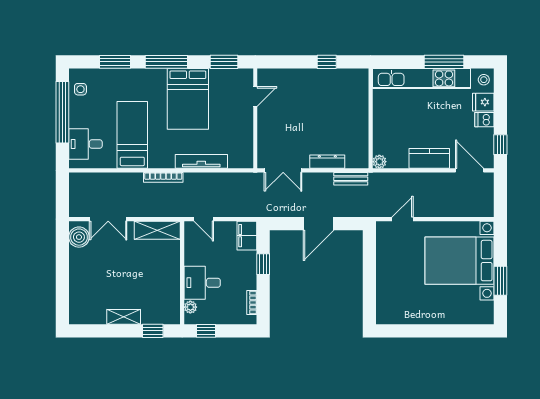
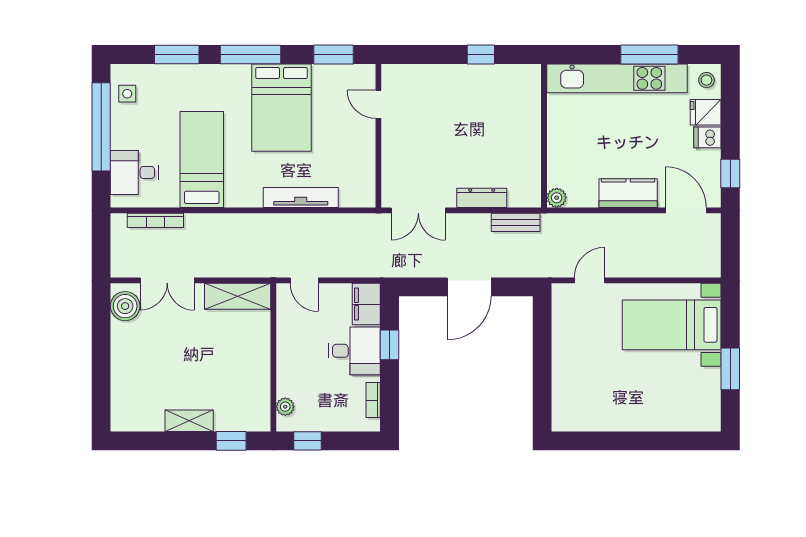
door: (255, 97) -> (378, 104), swing flipped
bookcase: (163, 177) -> (155, 220), moved
bed with nightstands: (460, 261) -> (672, 325), width x0.73
desk: (202, 283) -> (354, 351), moved, turned 180

